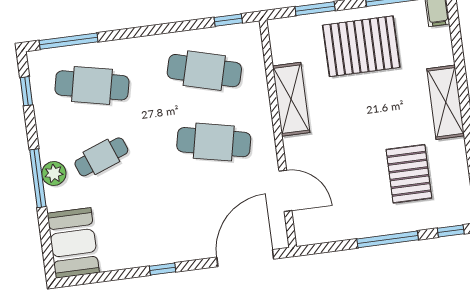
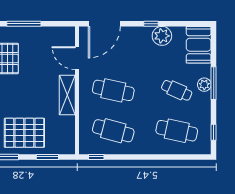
window: (69, 41) -> (186, 157), removed
shelving: (291, 99) -> (67, 95), moved
cafe table: (101, 157) -> (177, 90), turned 45
plant: (140, 250) -> (162, 36), added

